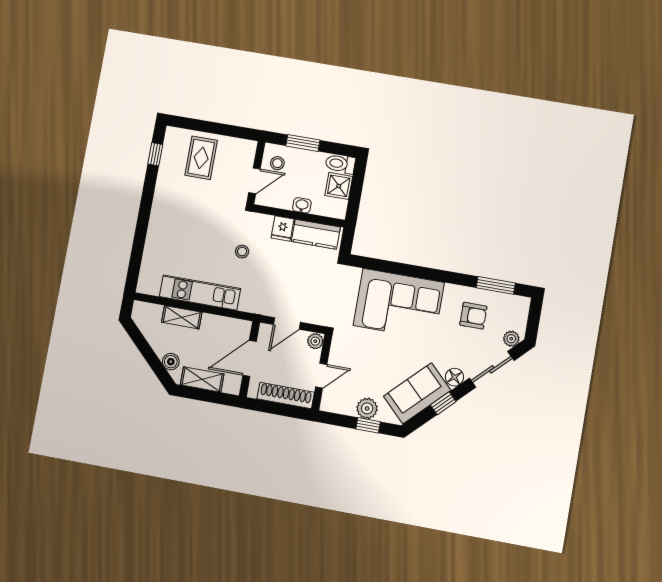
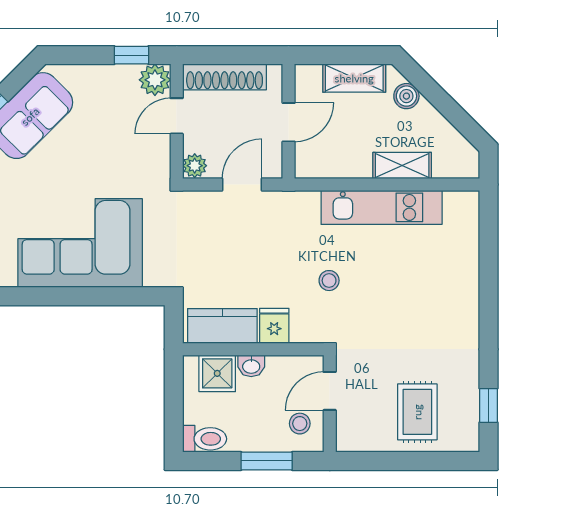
shower: (339, 186) -> (217, 373), moved
door: (250, 358) -> (289, 122), width x0.73
plant: (367, 408) -> (155, 80), moved
window: (368, 425) -> (131, 55), moved

